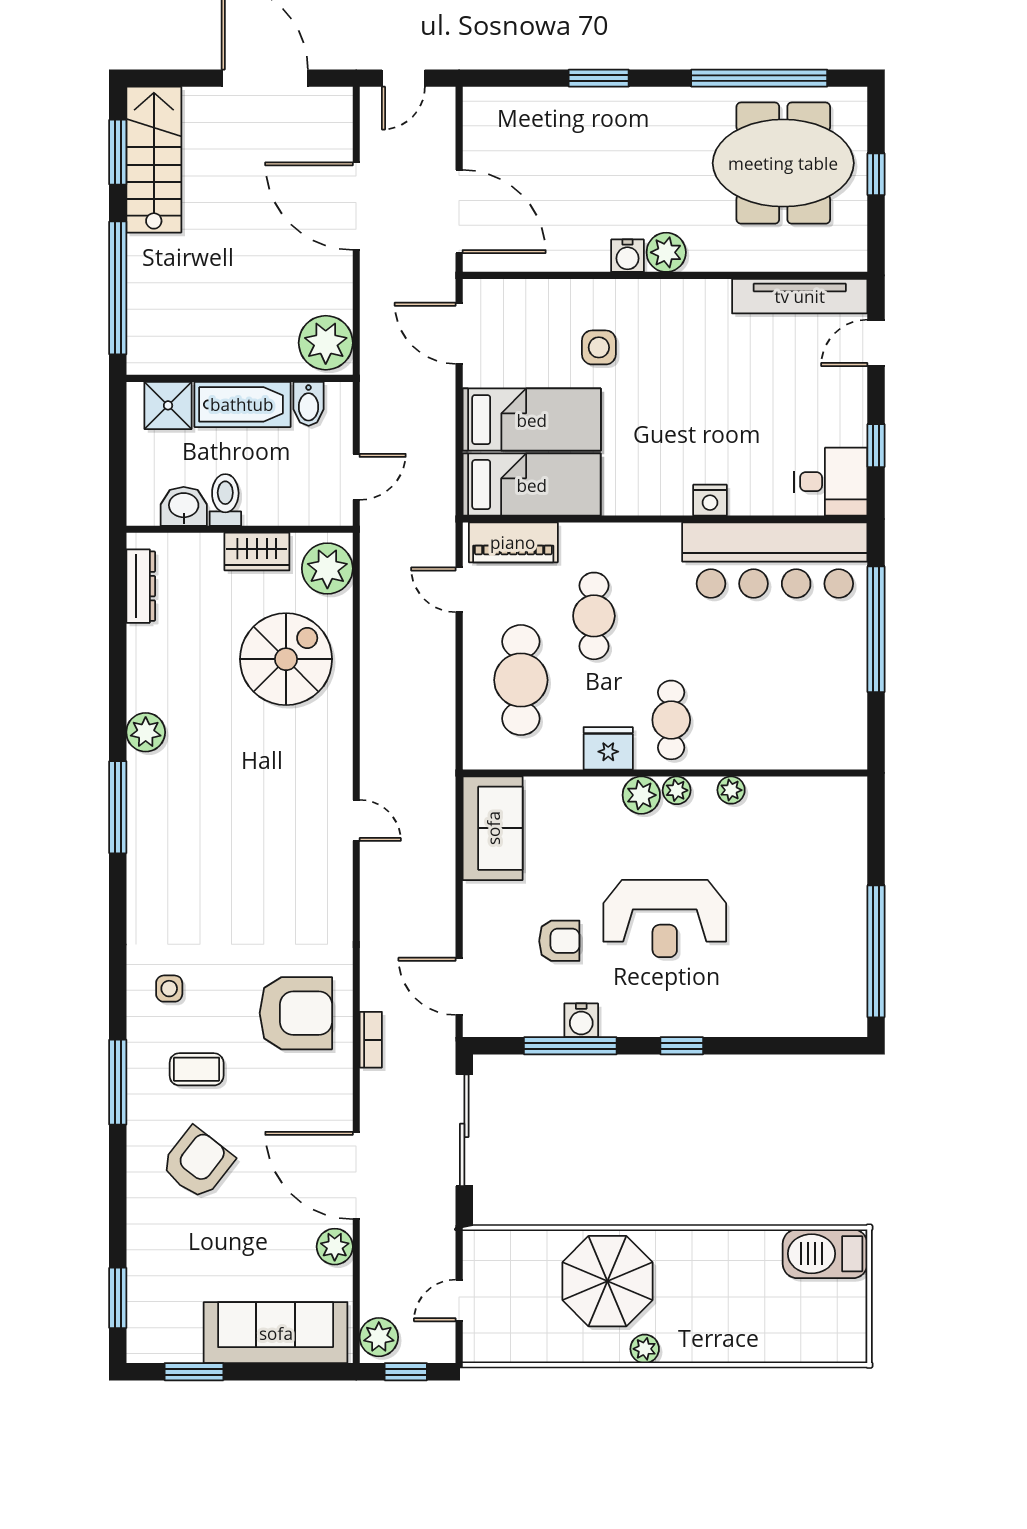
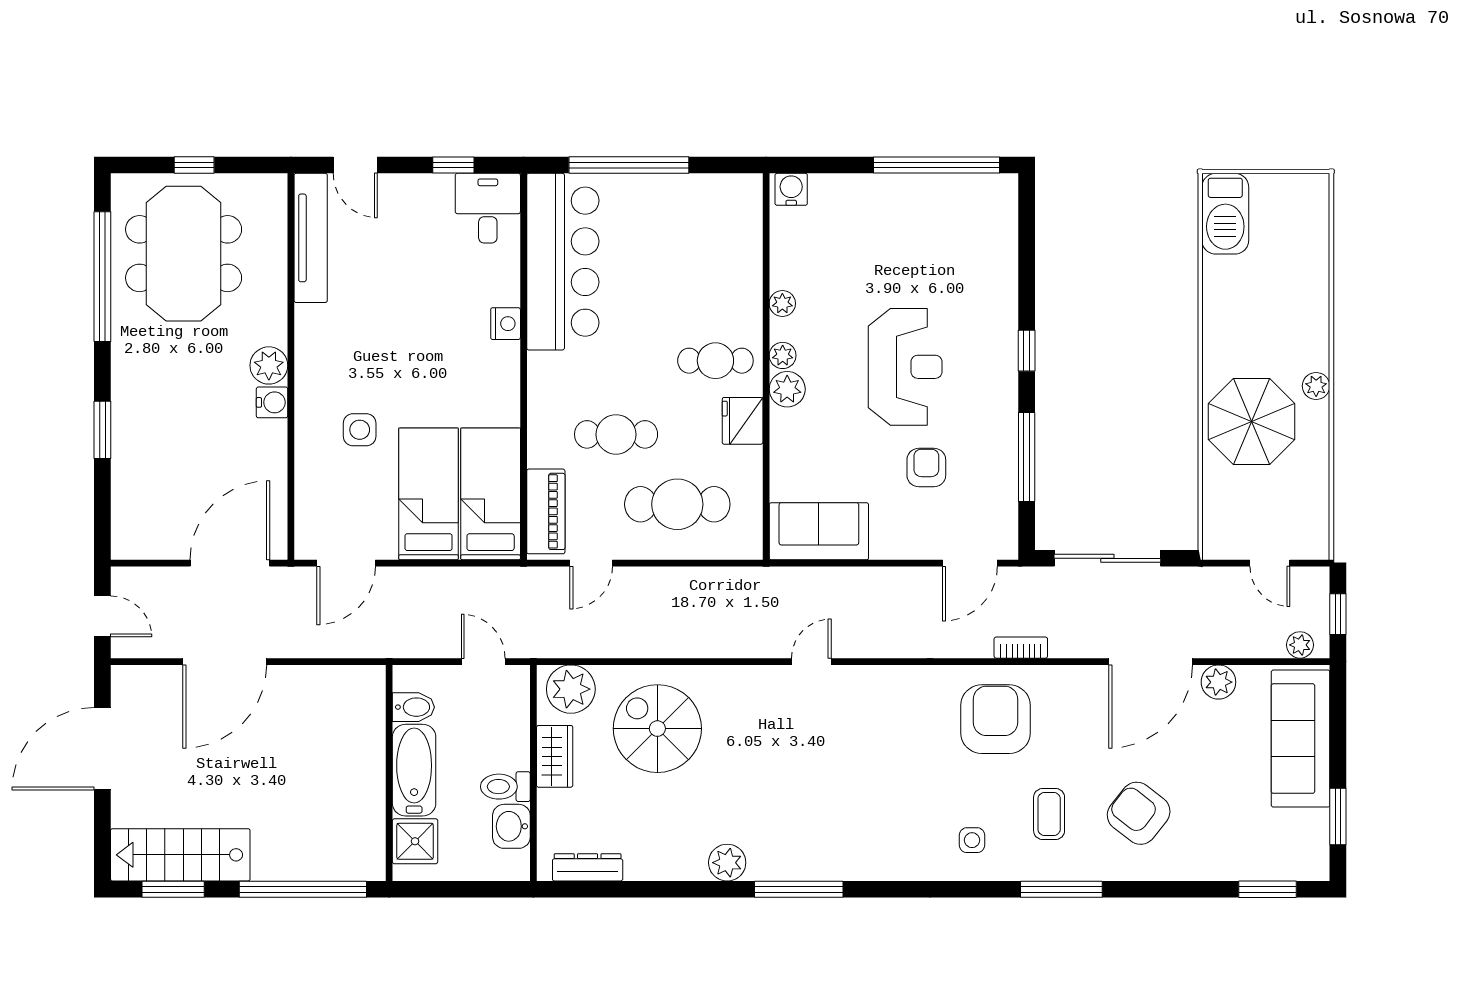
plant: (326, 343) -> (355, 691), removed
water cooler: (581, 1020) -> (791, 189), moved, turned -90
plant: (379, 1337) -> (1300, 645), width x0.73, depth x0.73

